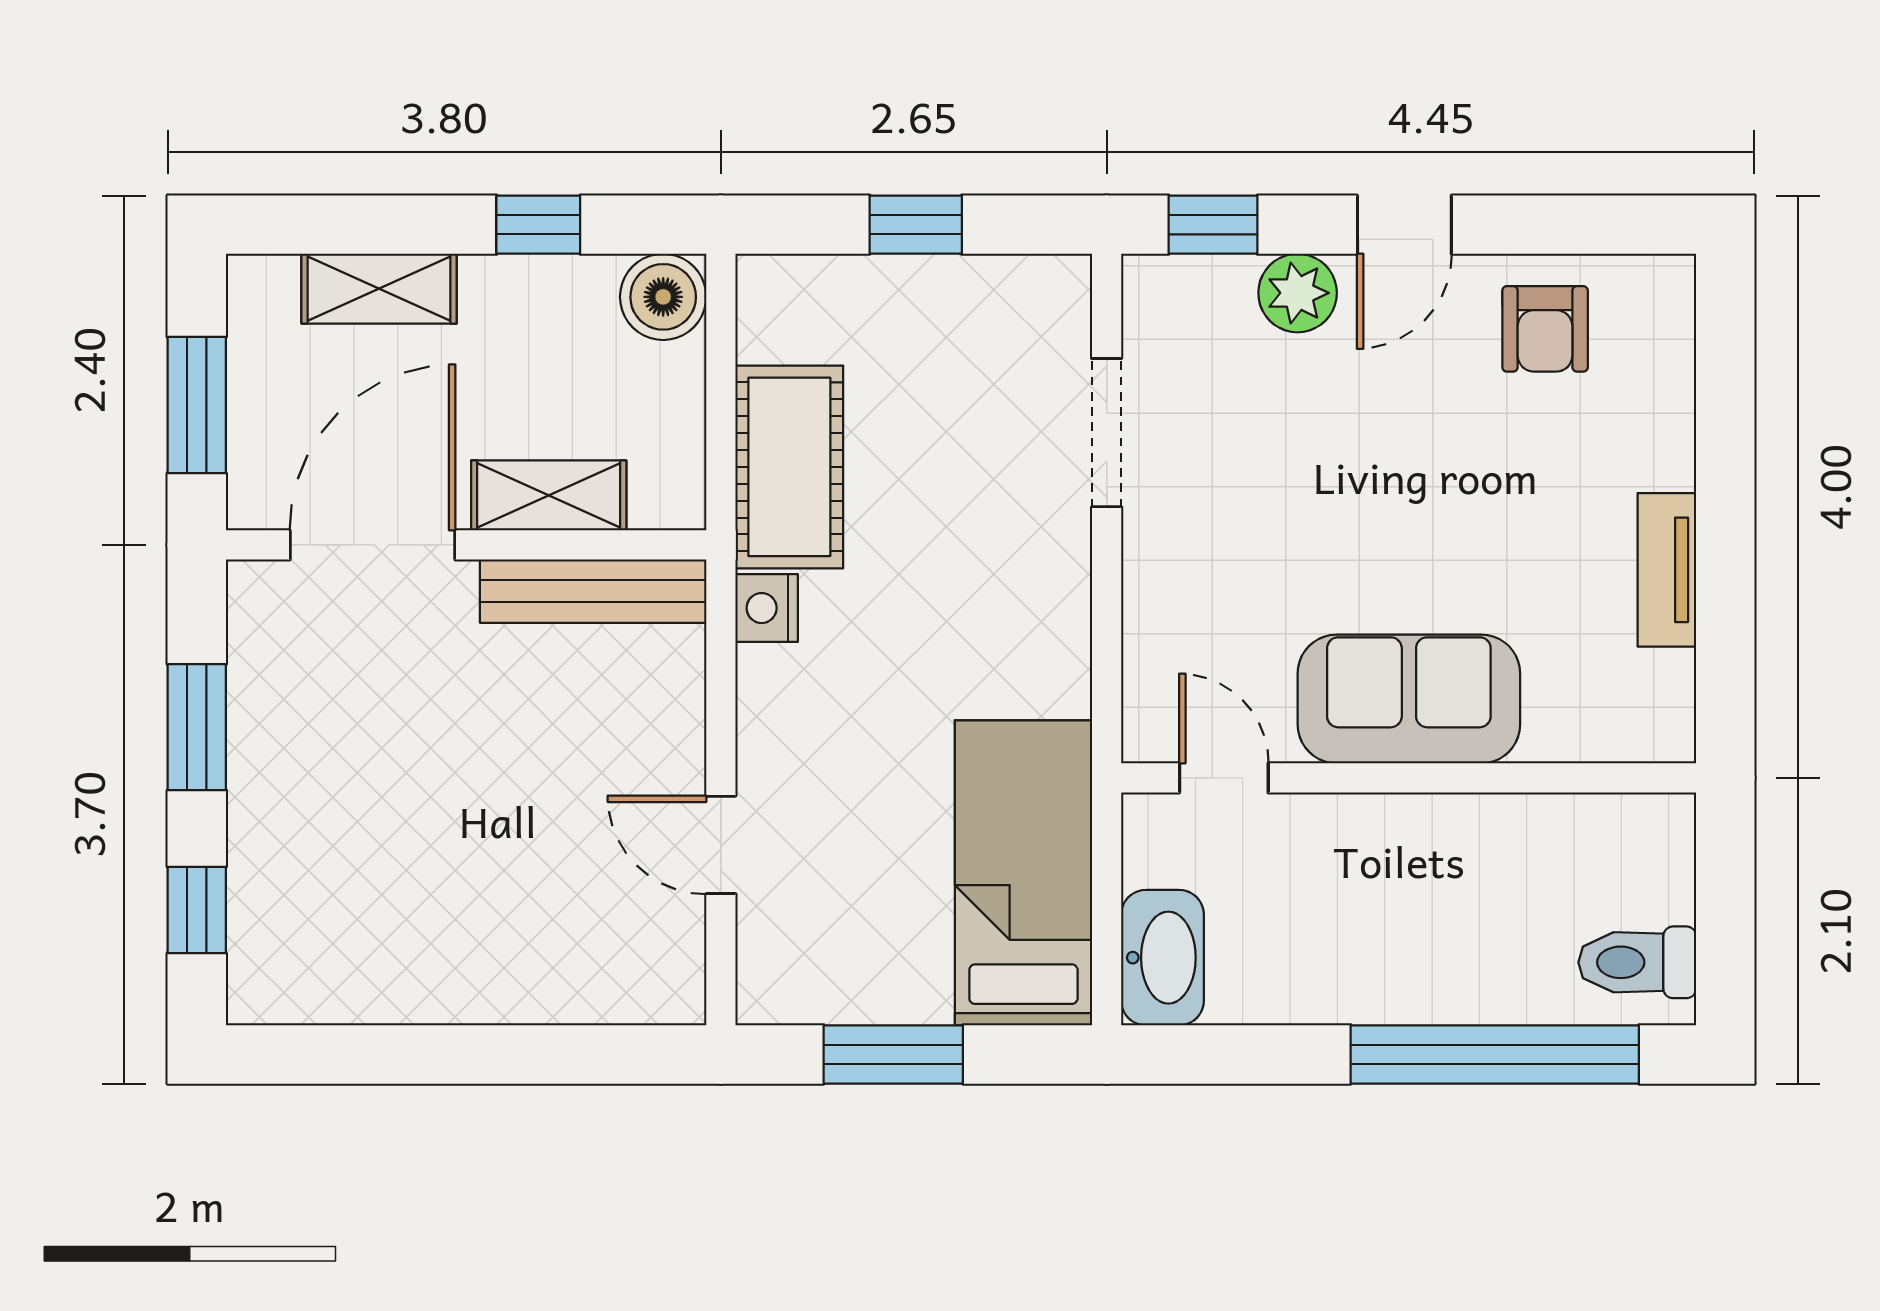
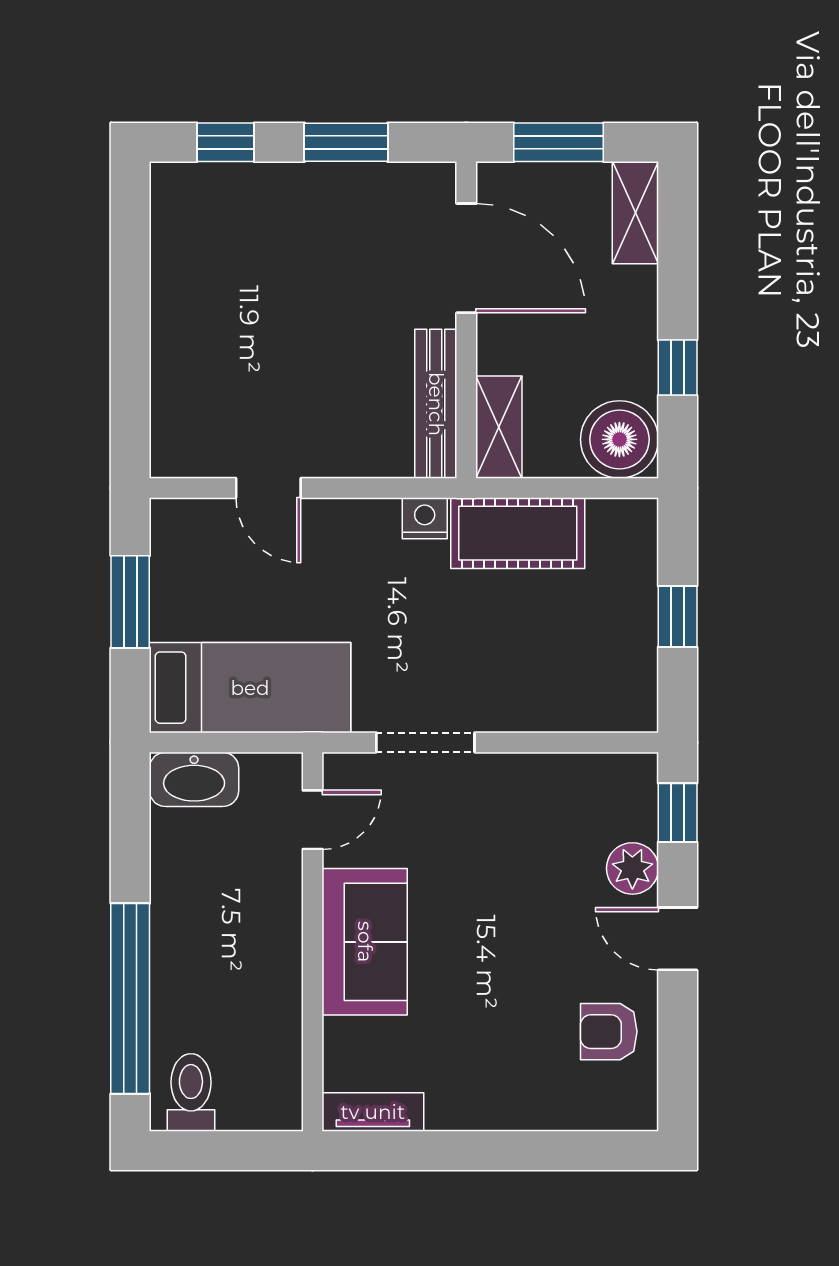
shelving: (379, 289) -> (635, 213), moved
boiler: (663, 297) -> (619, 439), width x1.37, depth x1.37
doorway: (1107, 433) -> (425, 742), moved
shelving: (549, 495) -> (499, 427), moved
tv unit: (1667, 570) -> (373, 1112), moved
door: (721, 845) -> (268, 488), swing flipped

